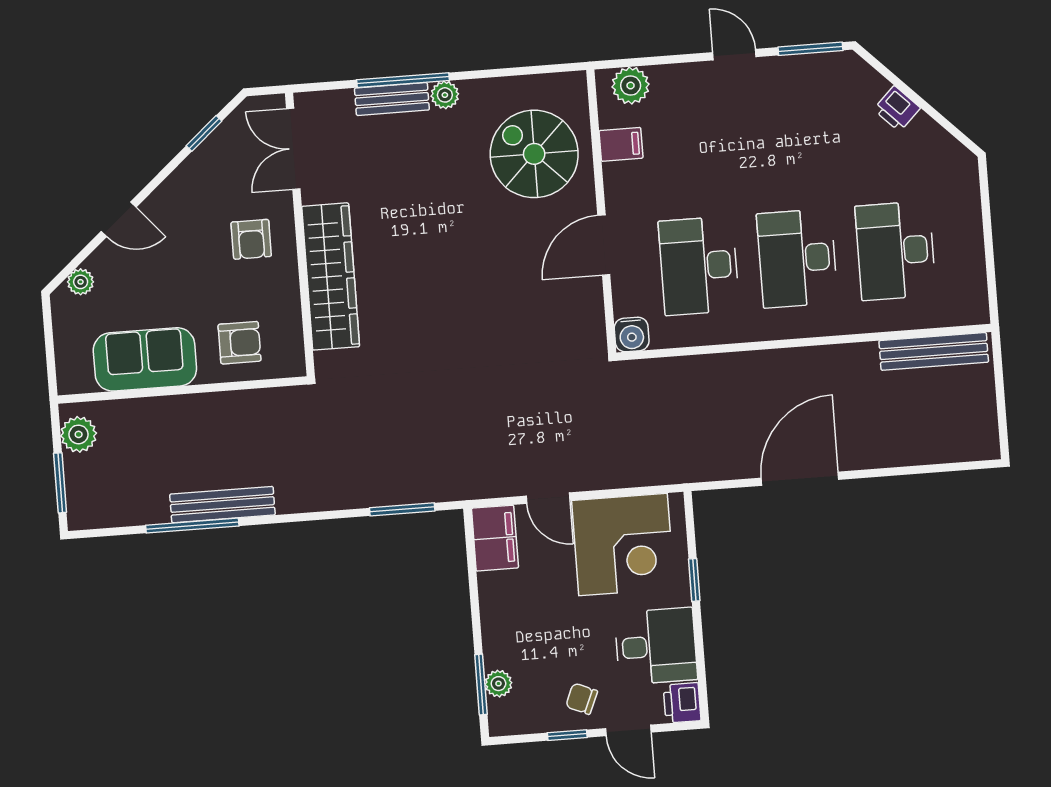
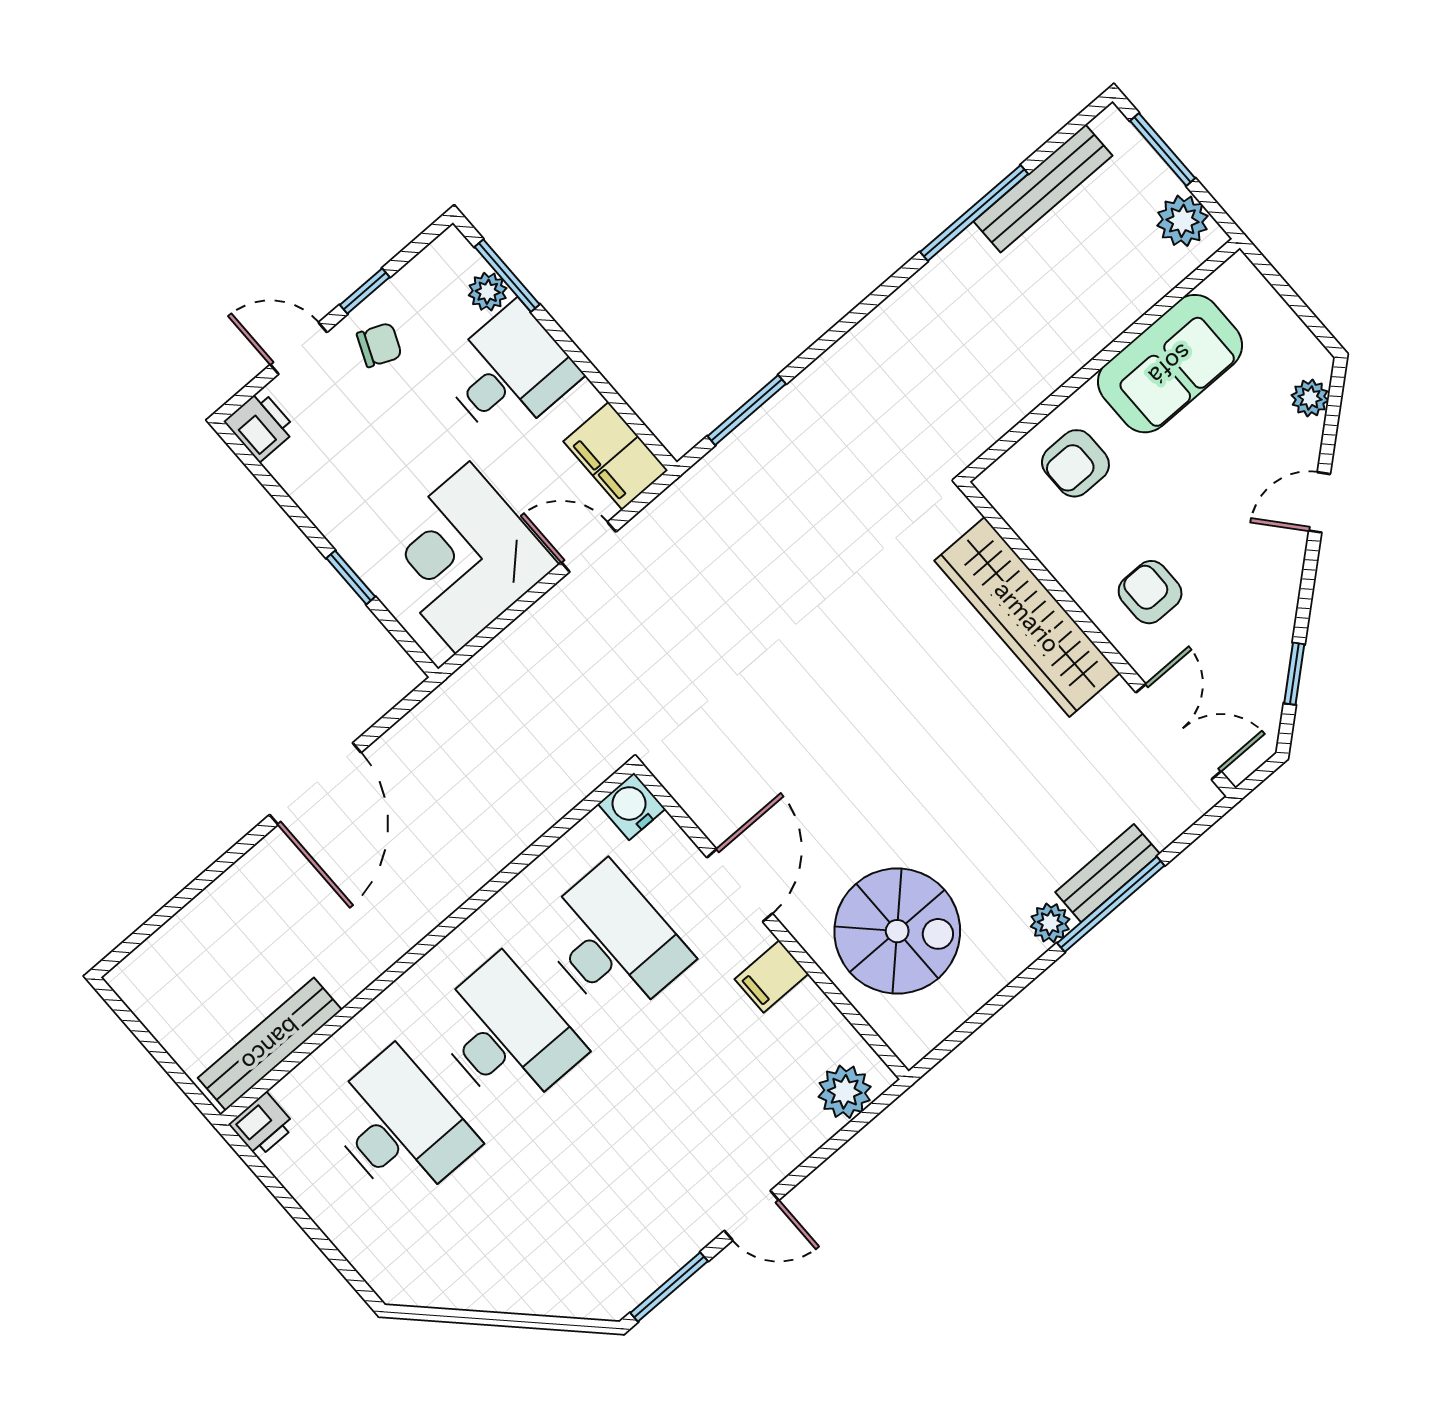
printer: (897, 109) -> (262, 1125), moved, turned 135
filing cabinet: (621, 144) -> (771, 976), moved
bench: (222, 505) -> (1043, 188), moved
desk: (656, 646) -> (509, 373), moved, turned 180

